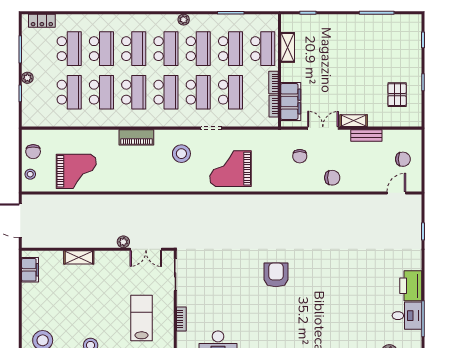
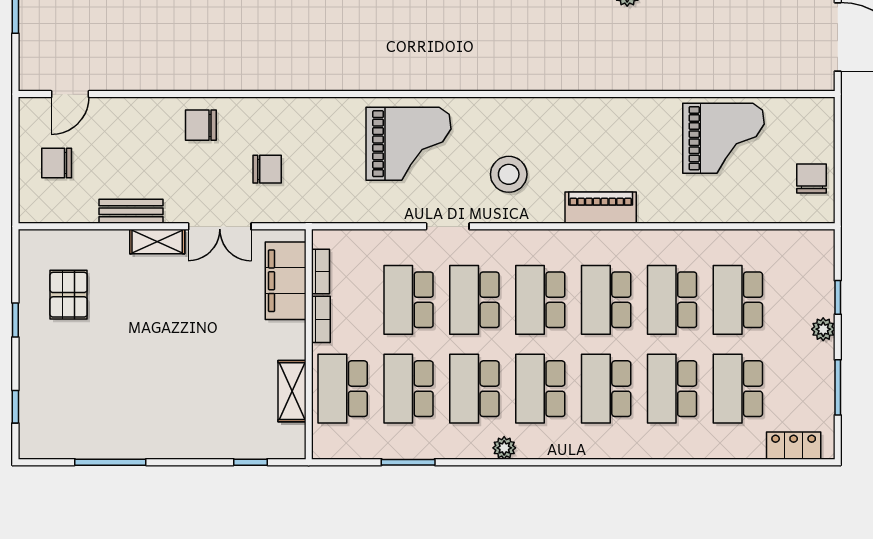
chair: (300, 156) -> (267, 169), turned 90
grand piano: (76, 171) -> (723, 138), turned 180
stool: (30, 174) -> (817, 132), removed

